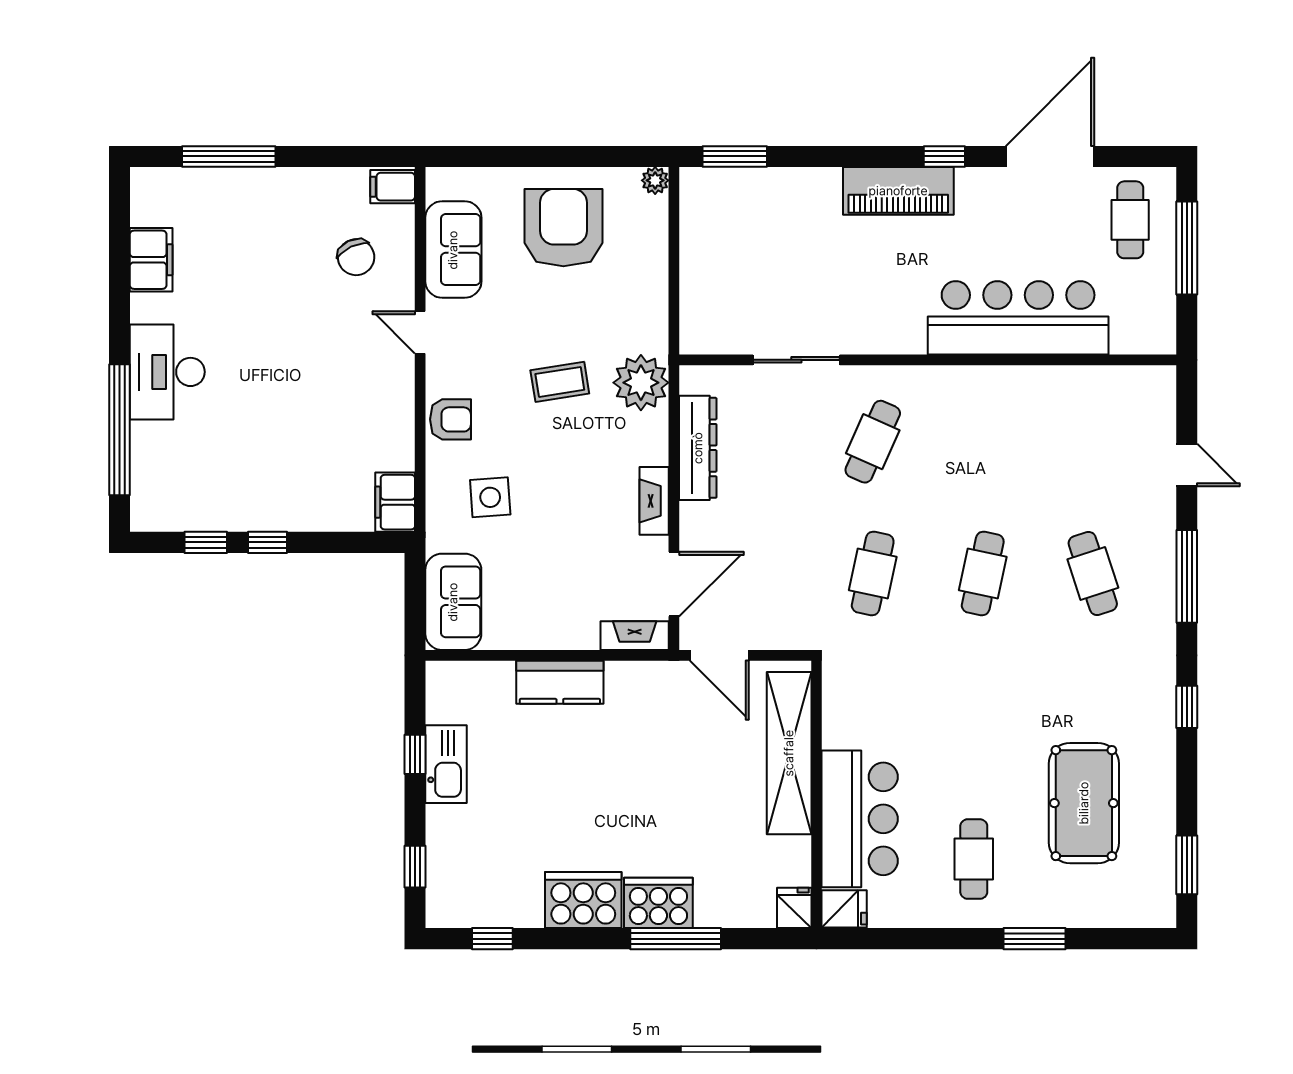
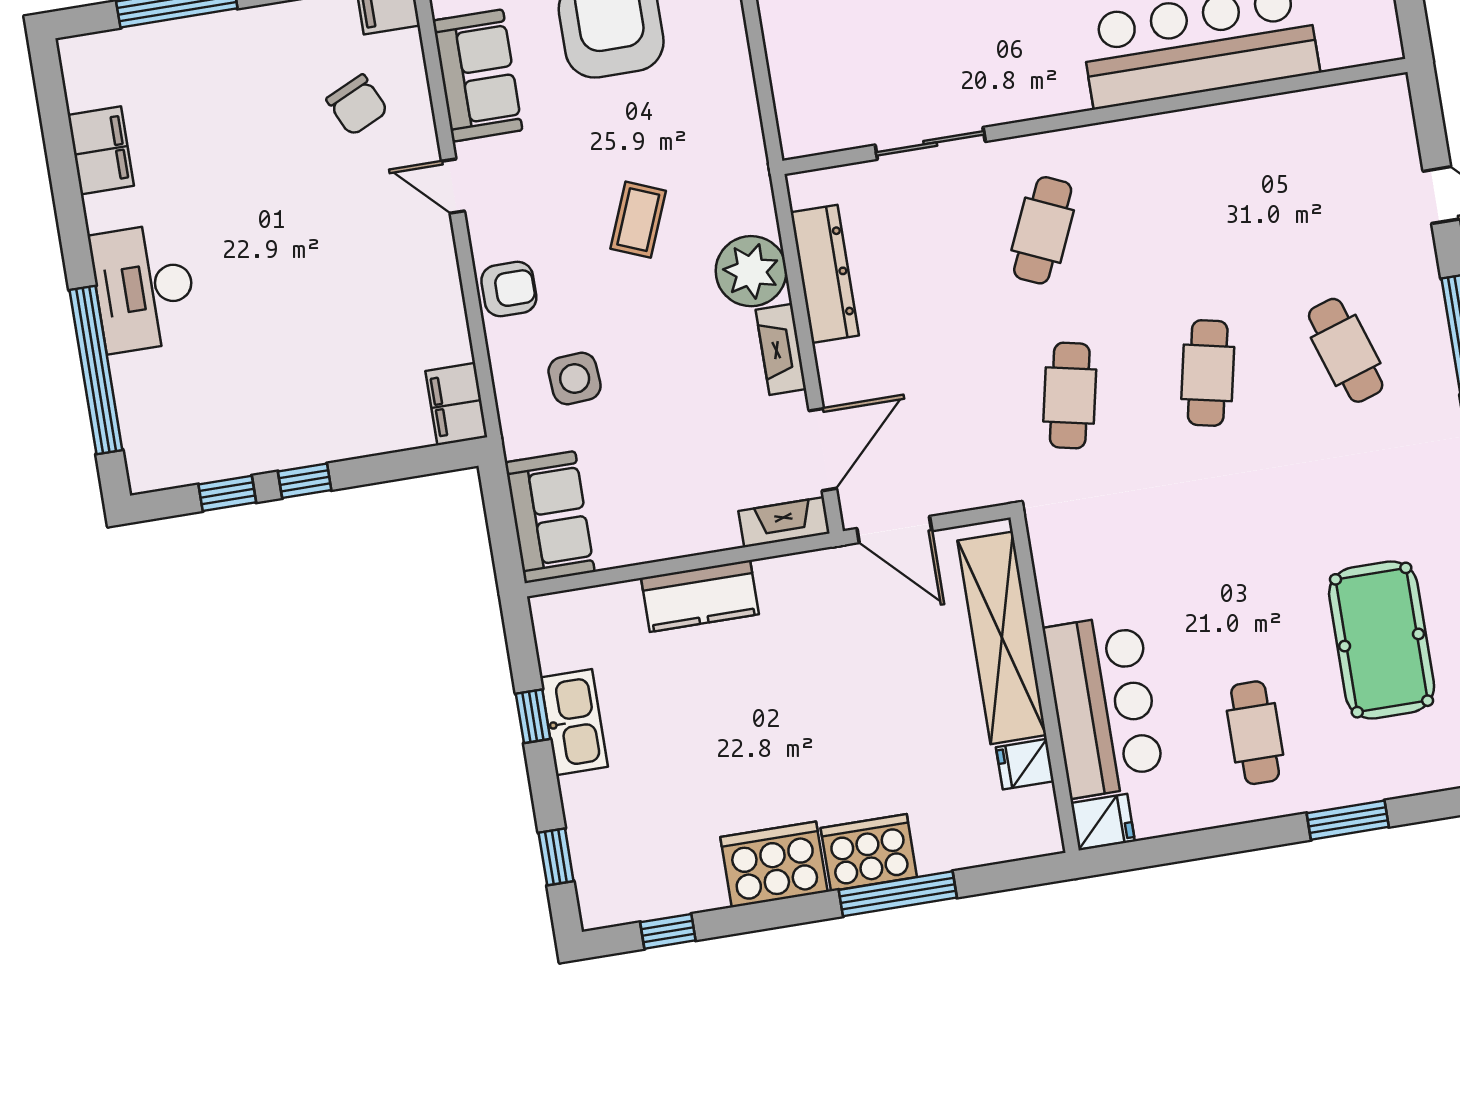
coffee table: (560, 382) -> (638, 220), turned -59
plant: (641, 383) -> (751, 271), moved
fridge: (794, 908) -> (1025, 764), moved, turned -90

